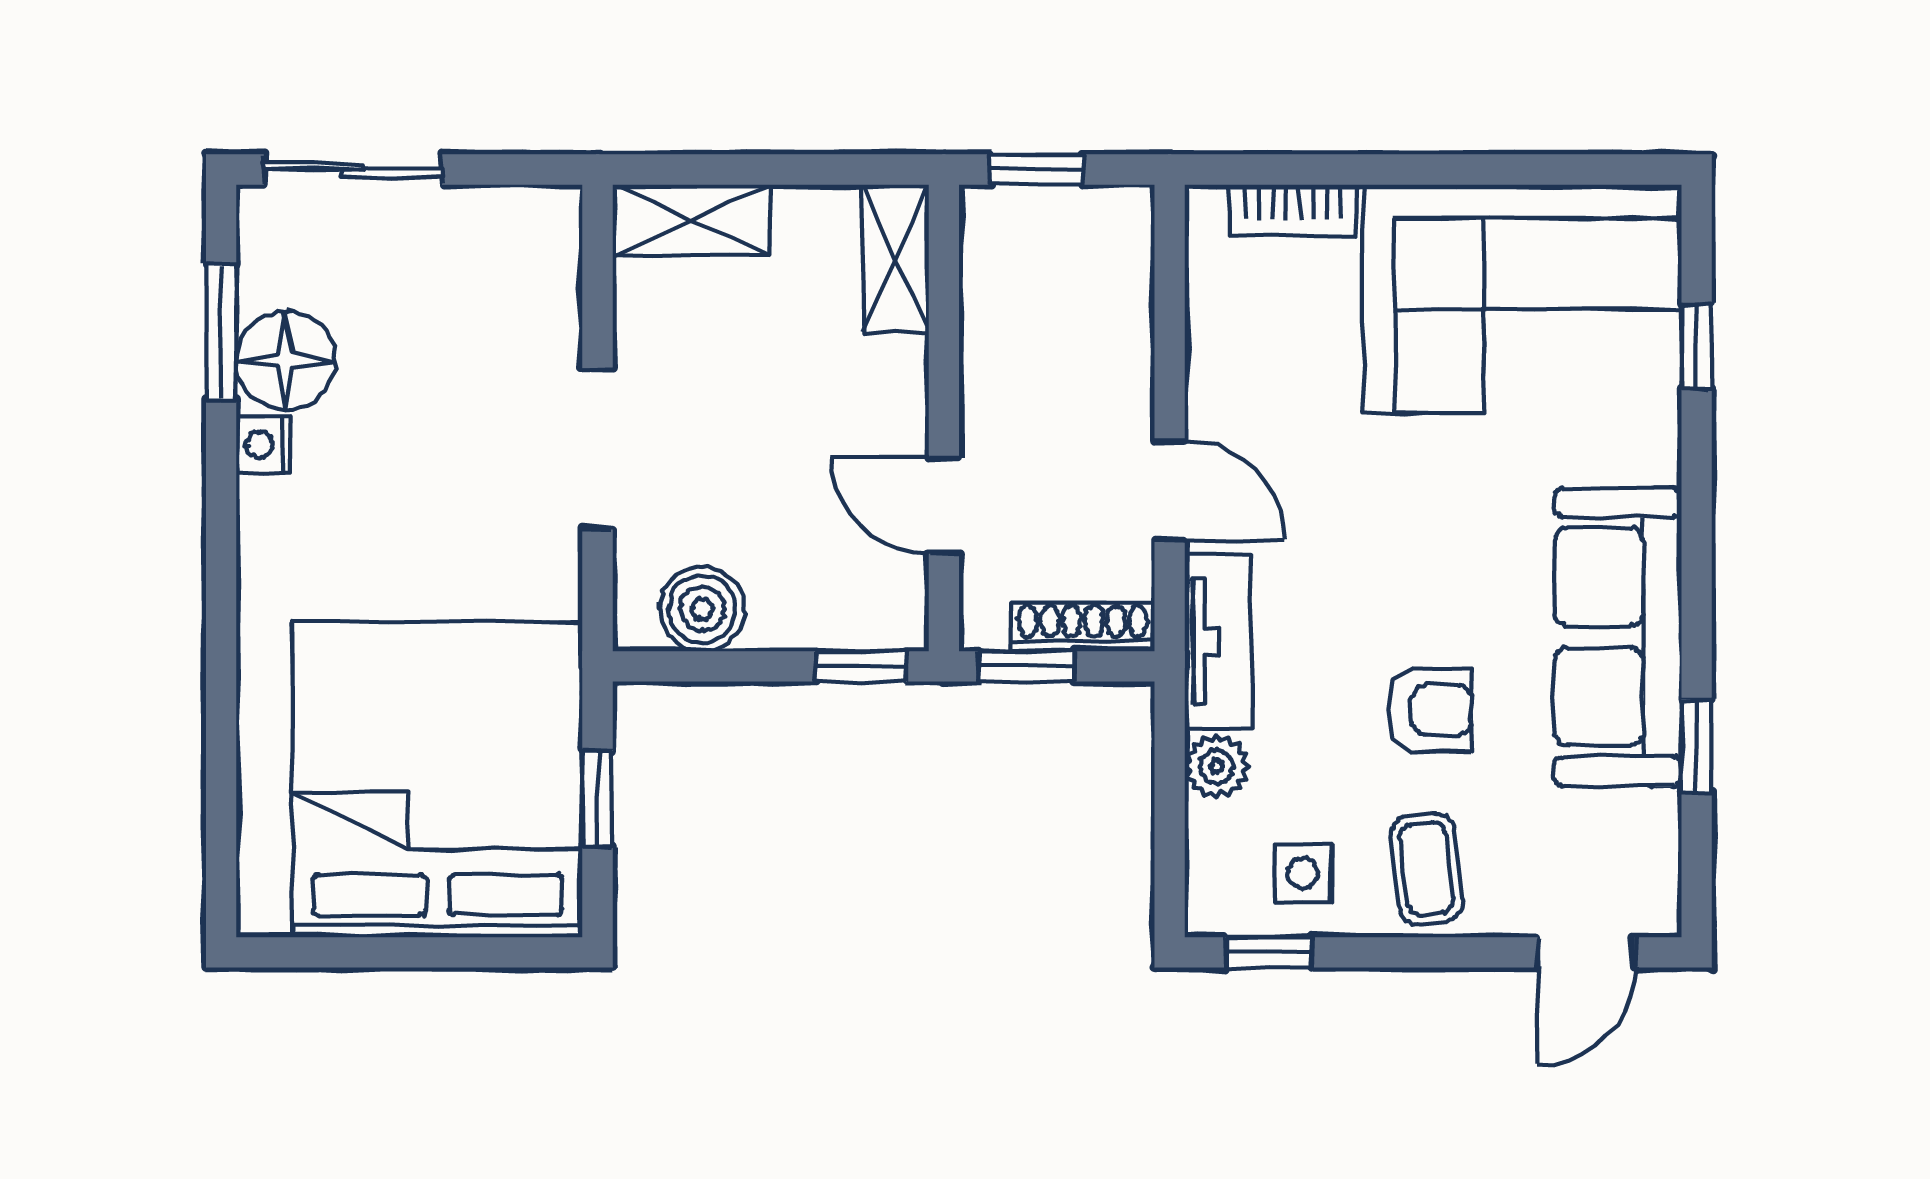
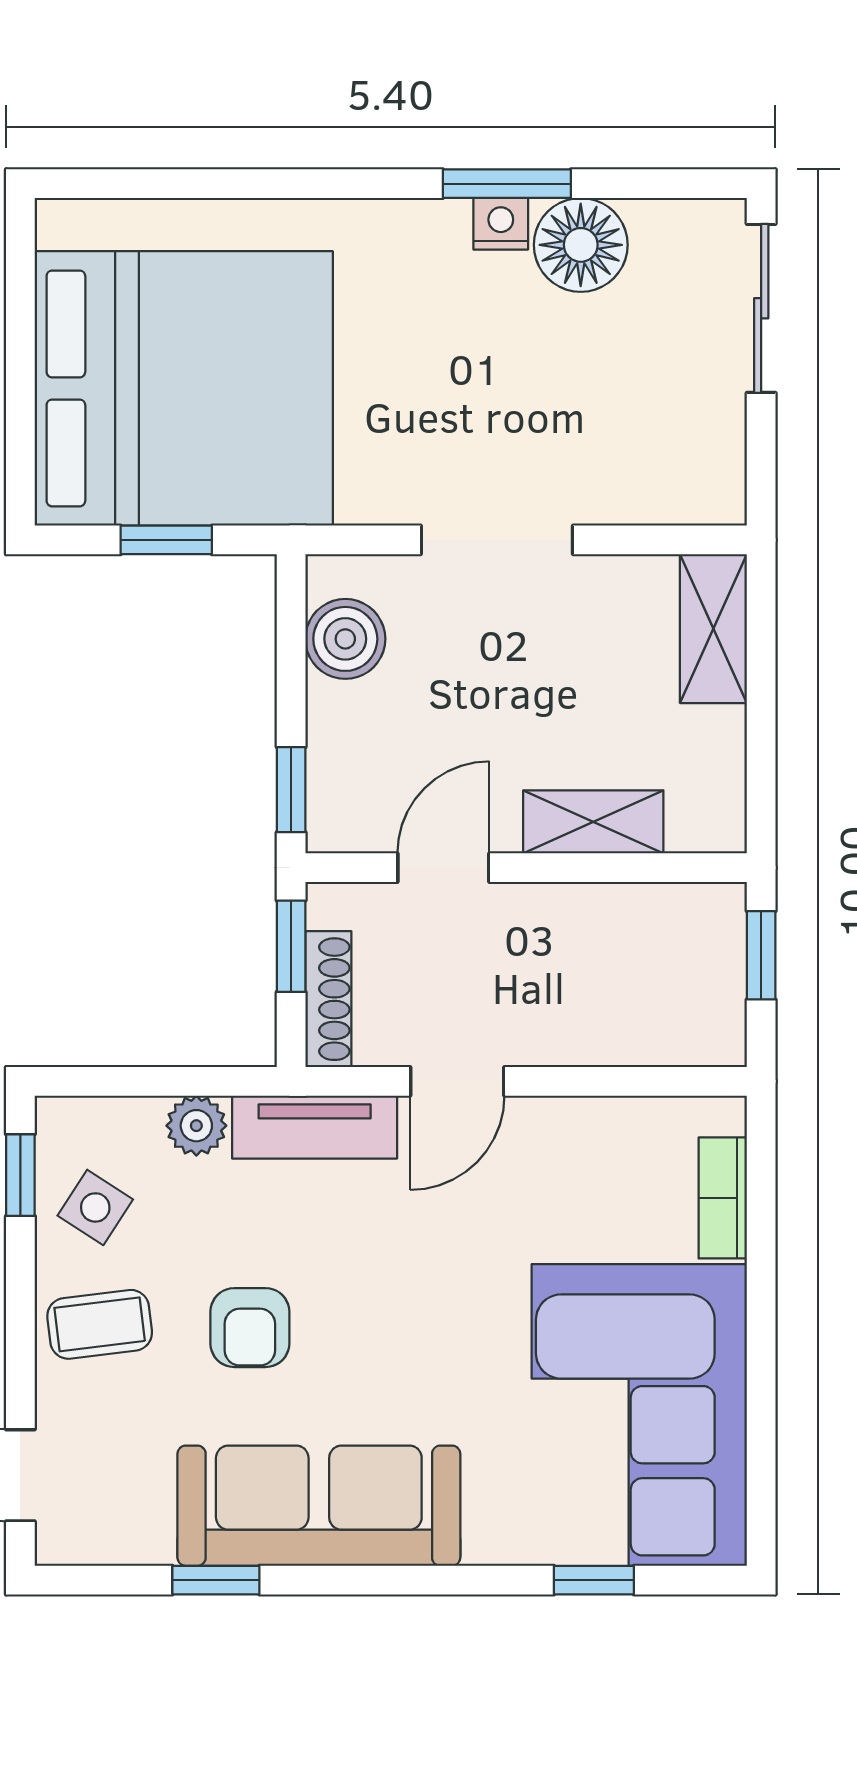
shelving: (895, 259) -> (593, 822), moved
window: (221, 332) -> (507, 184), moved
side table: (1303, 873) -> (95, 1207), turned 33

